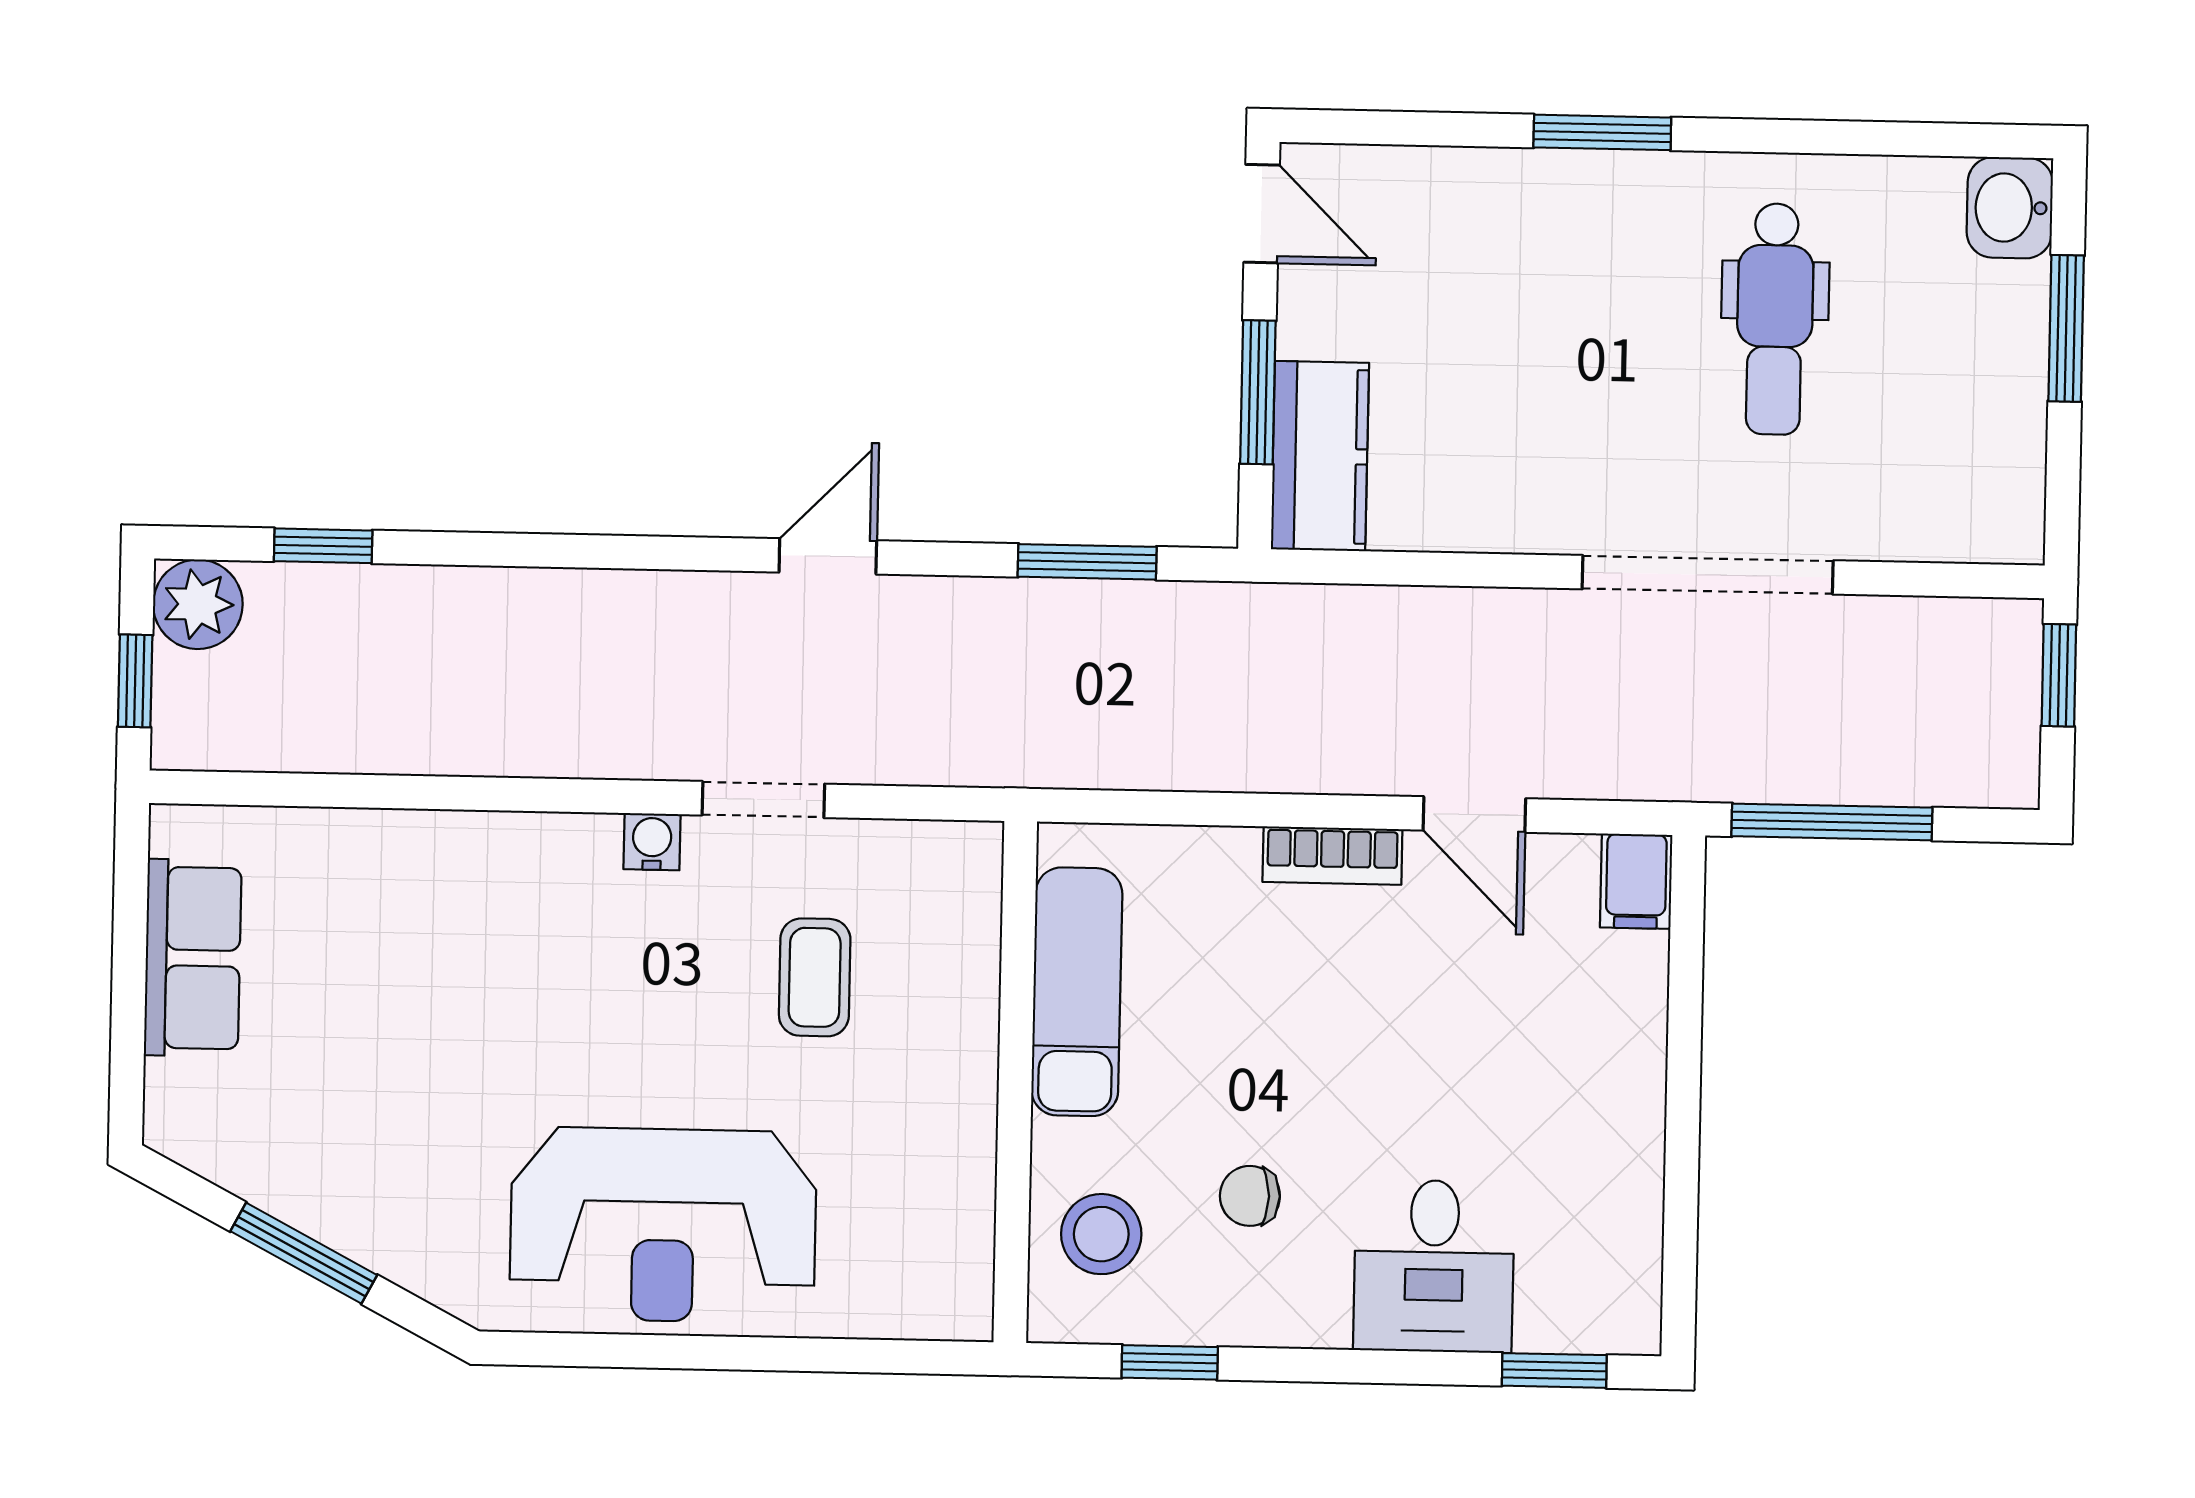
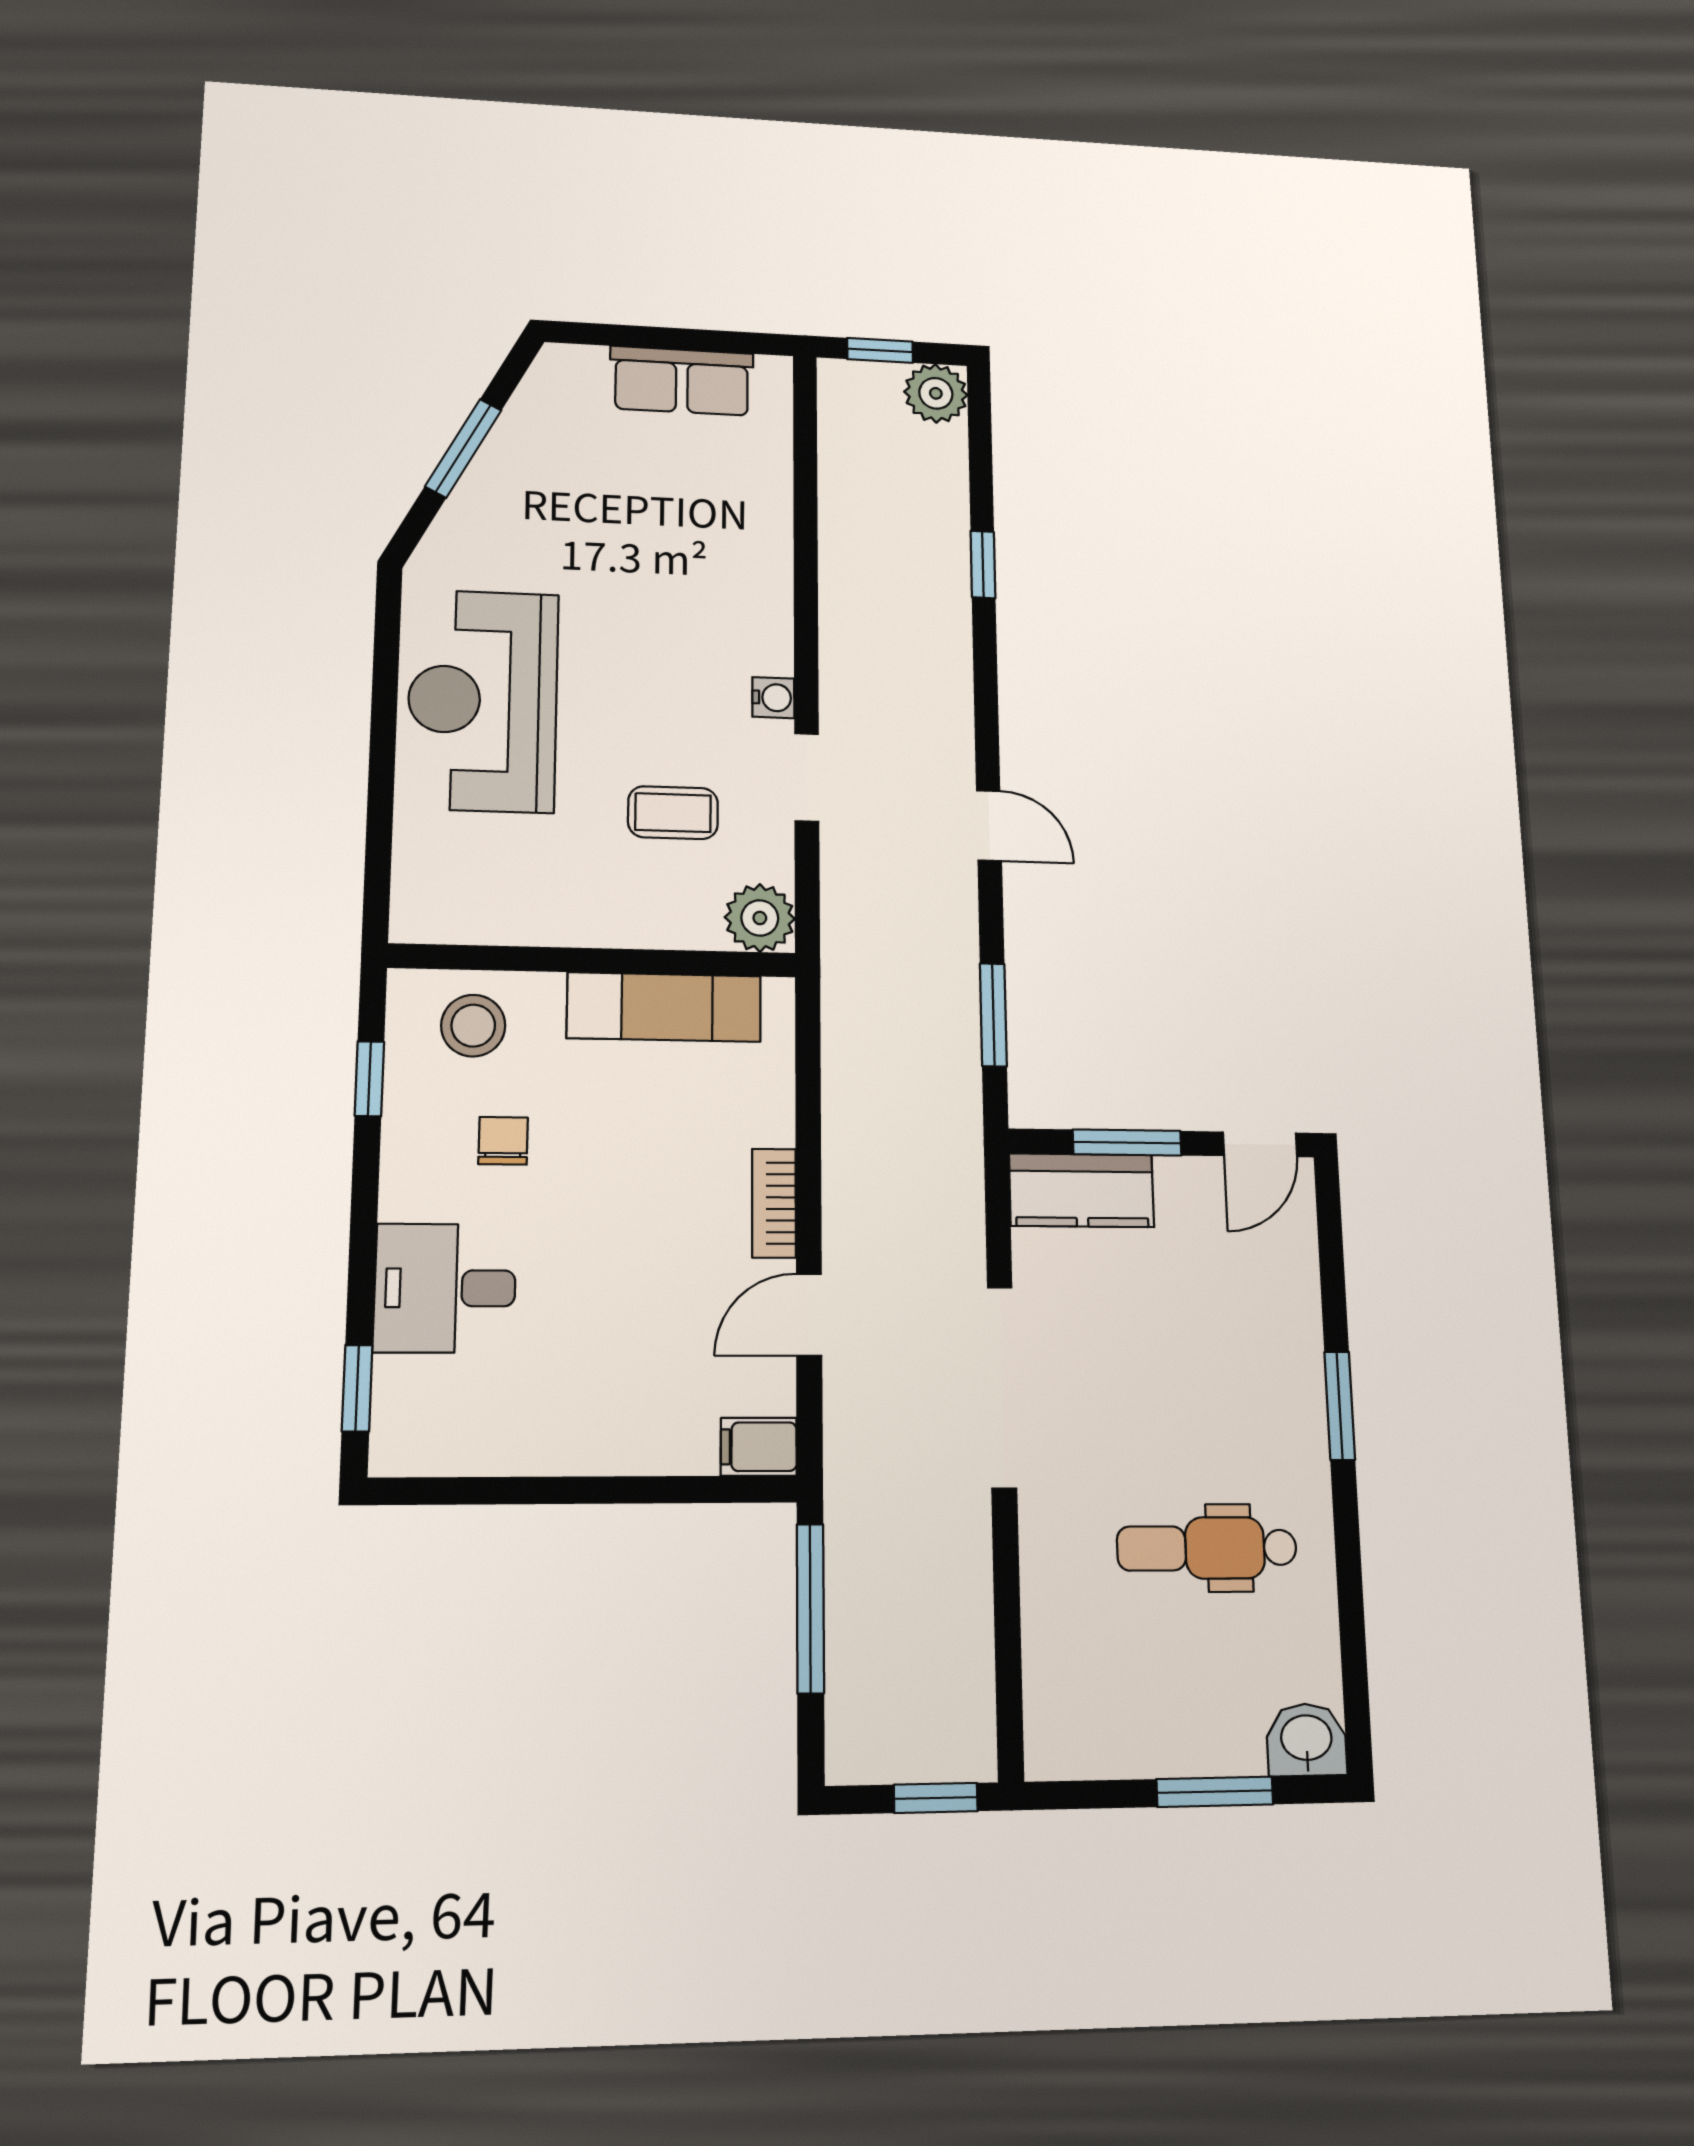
window: (323, 546) -> (983, 564), moved
doorway: (1708, 575) -> (1002, 1387), moved
plant: (957, 866) -> (760, 918), added

